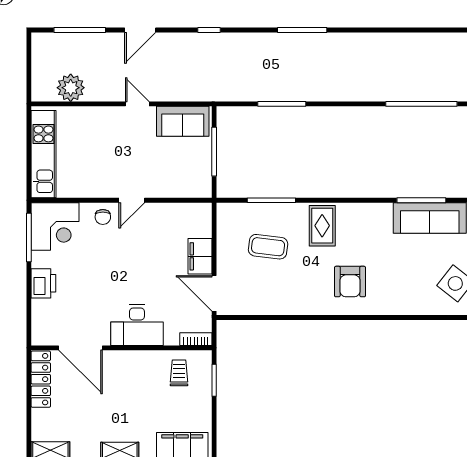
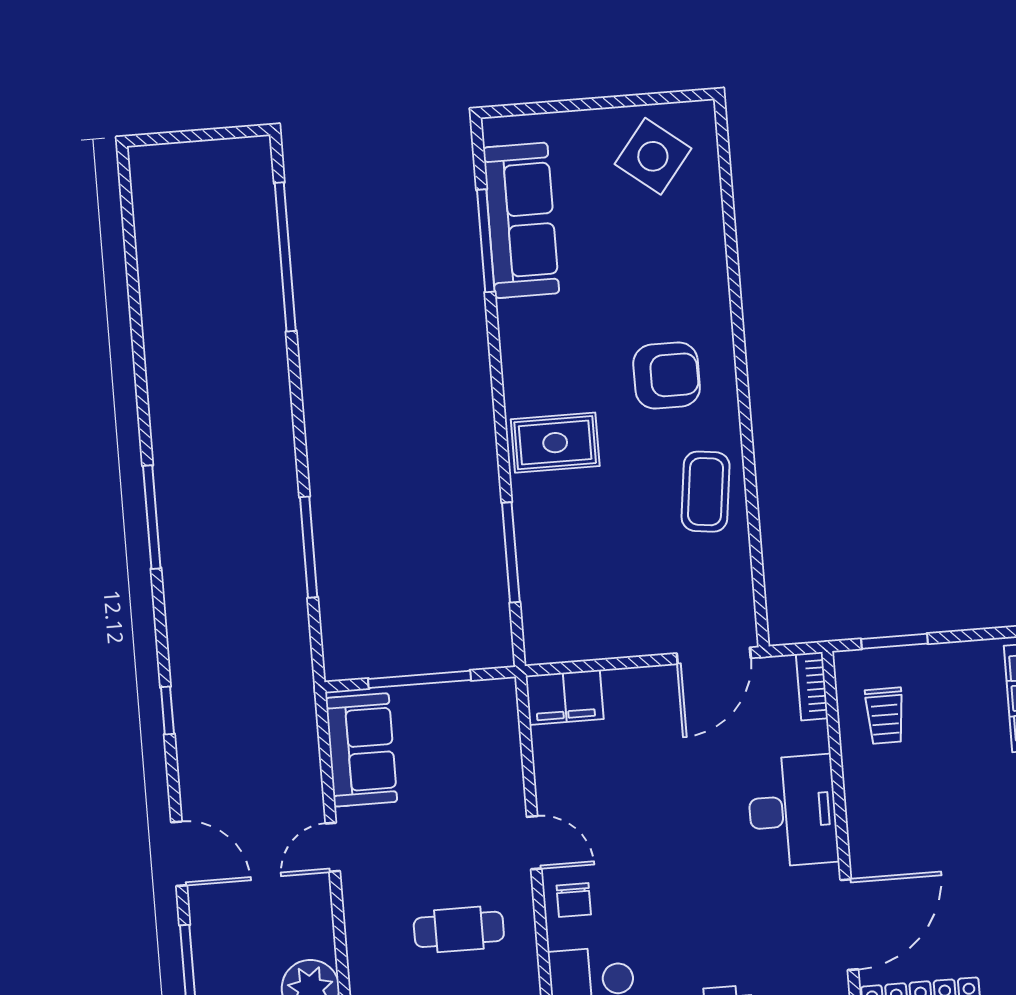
cafe table: (93, 161) -> (459, 929), added
chair: (103, 217) -> (574, 900), turned 90
coffee table: (268, 247) -> (706, 492), moved
filing cabinet: (200, 256) -> (565, 697), moved
trolley: (179, 373) -> (885, 716), turned -90

